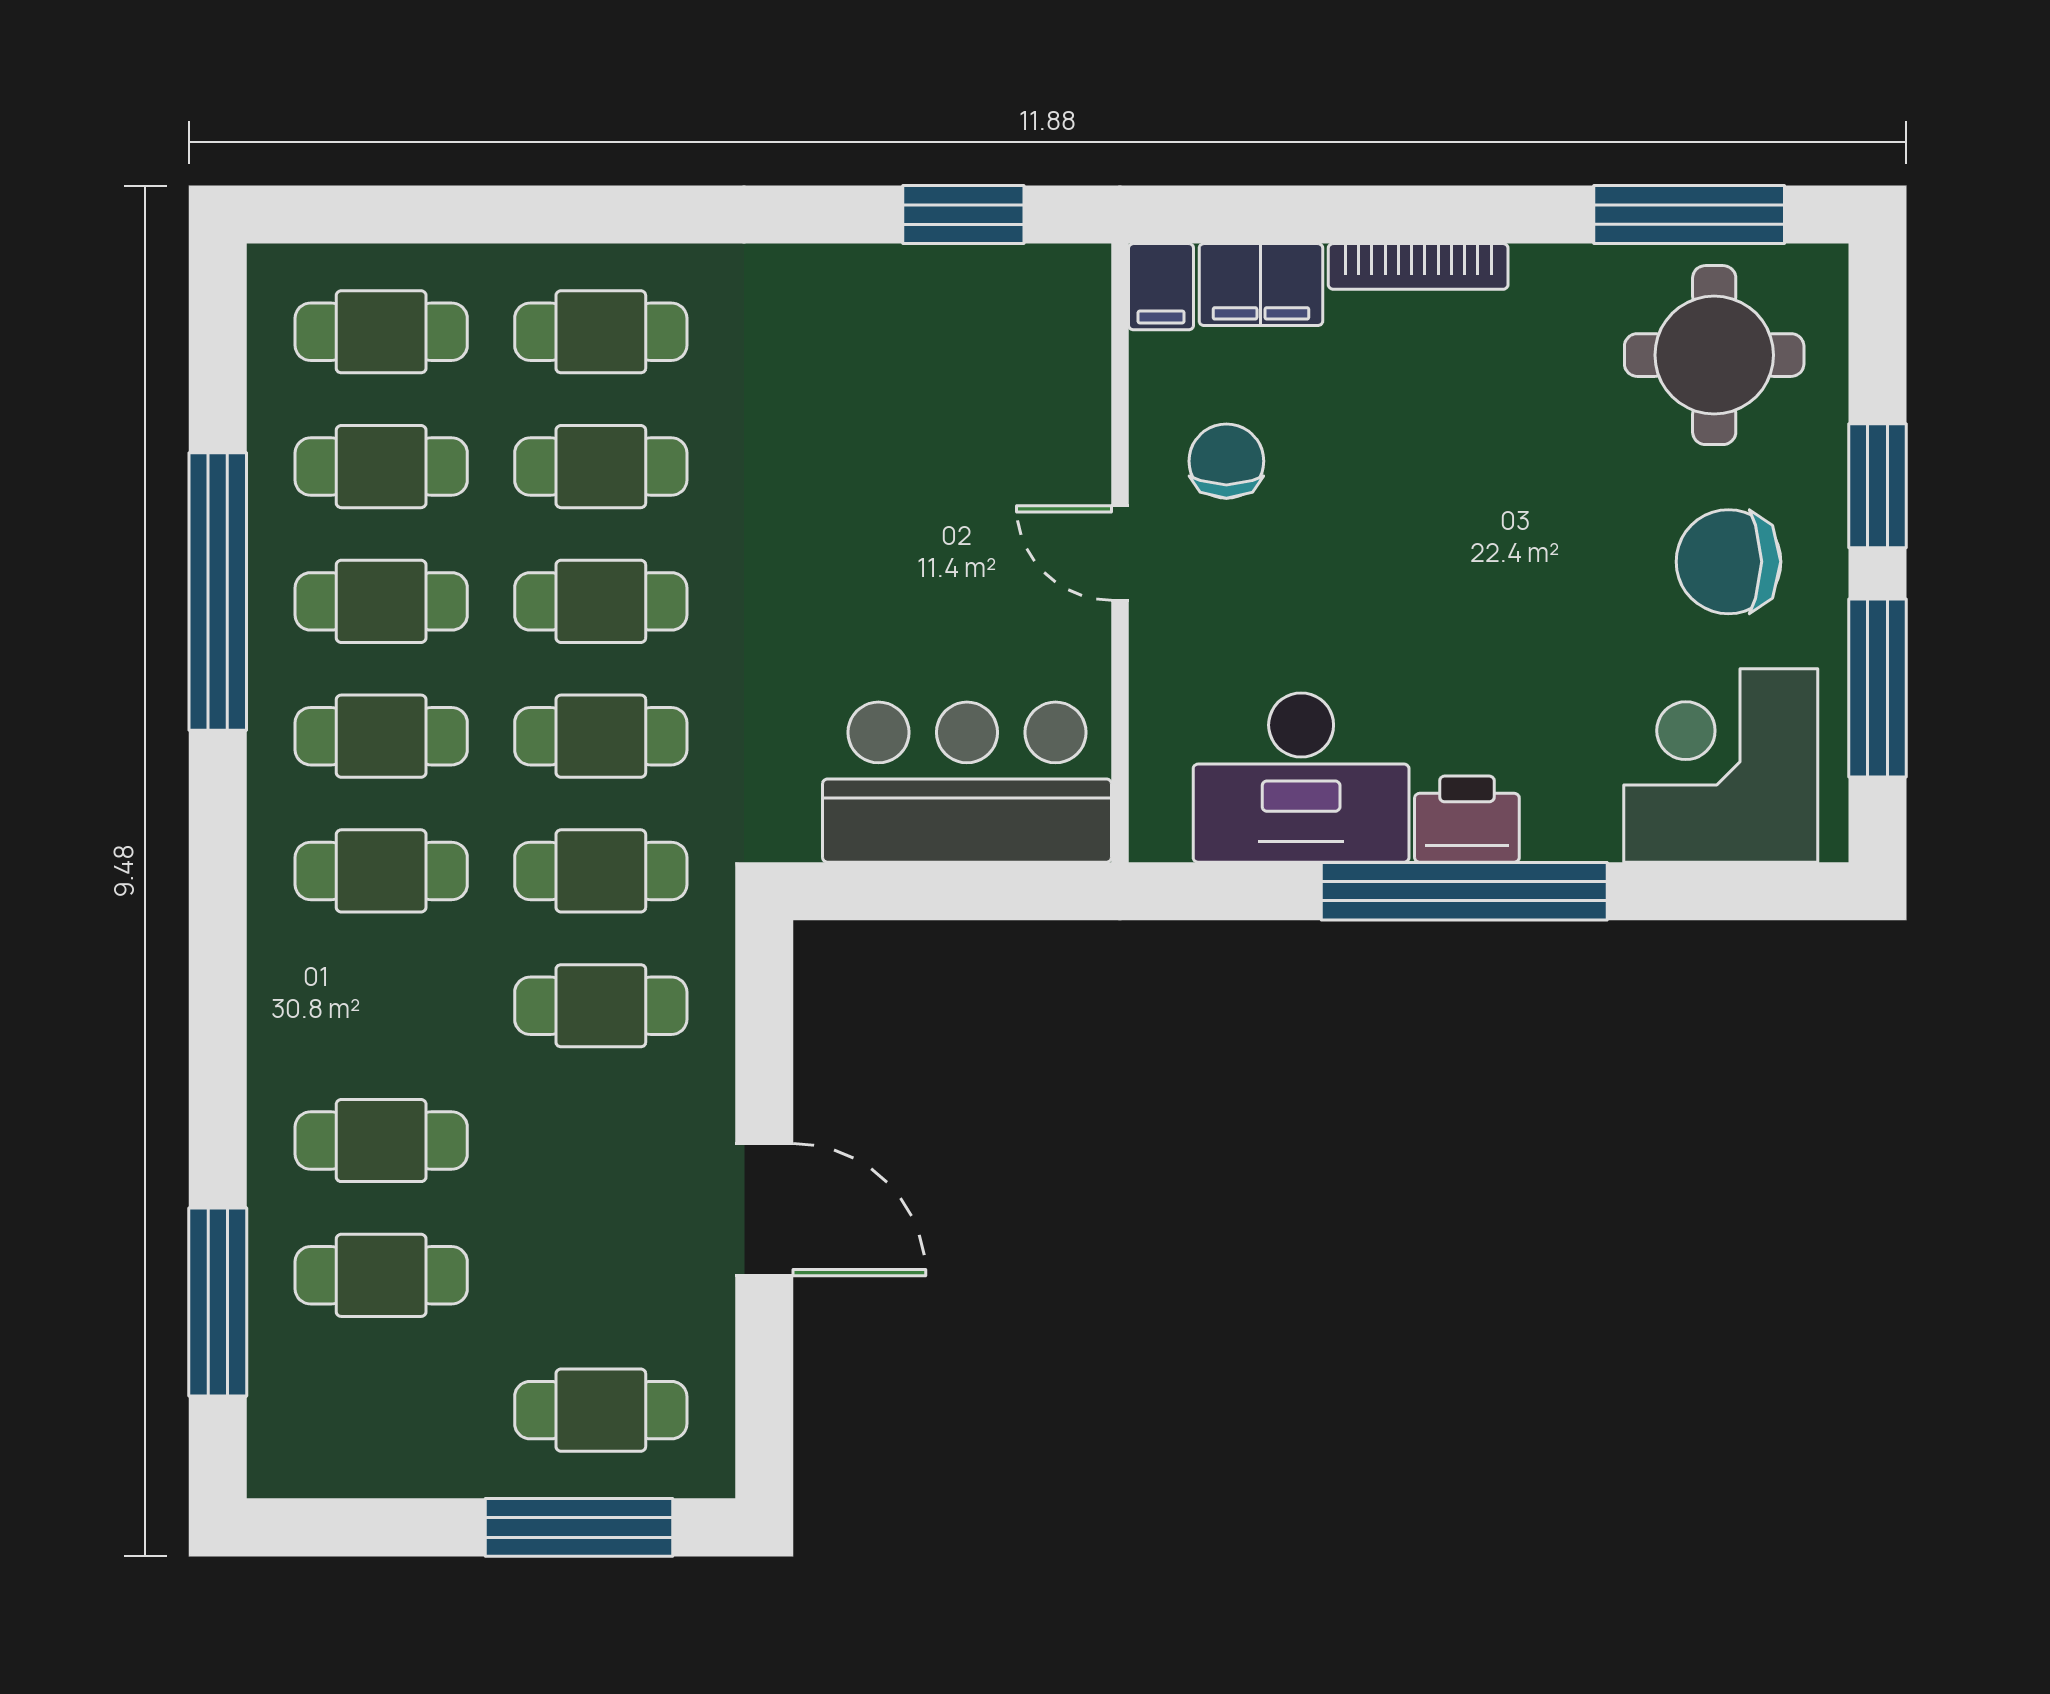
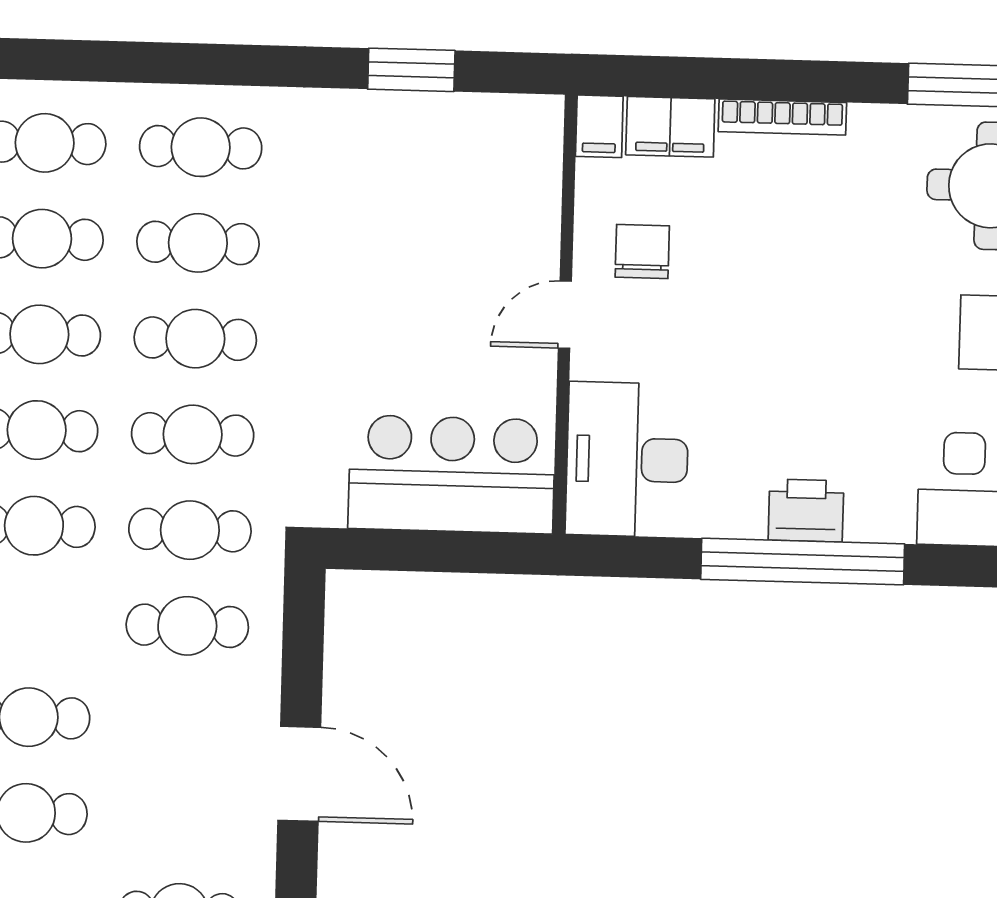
window: (963, 215) -> (411, 70), moved
door: (1120, 553) -> (565, 315), hinge flipped
desk: (1301, 778) -> (627, 459), moved, turned 90

